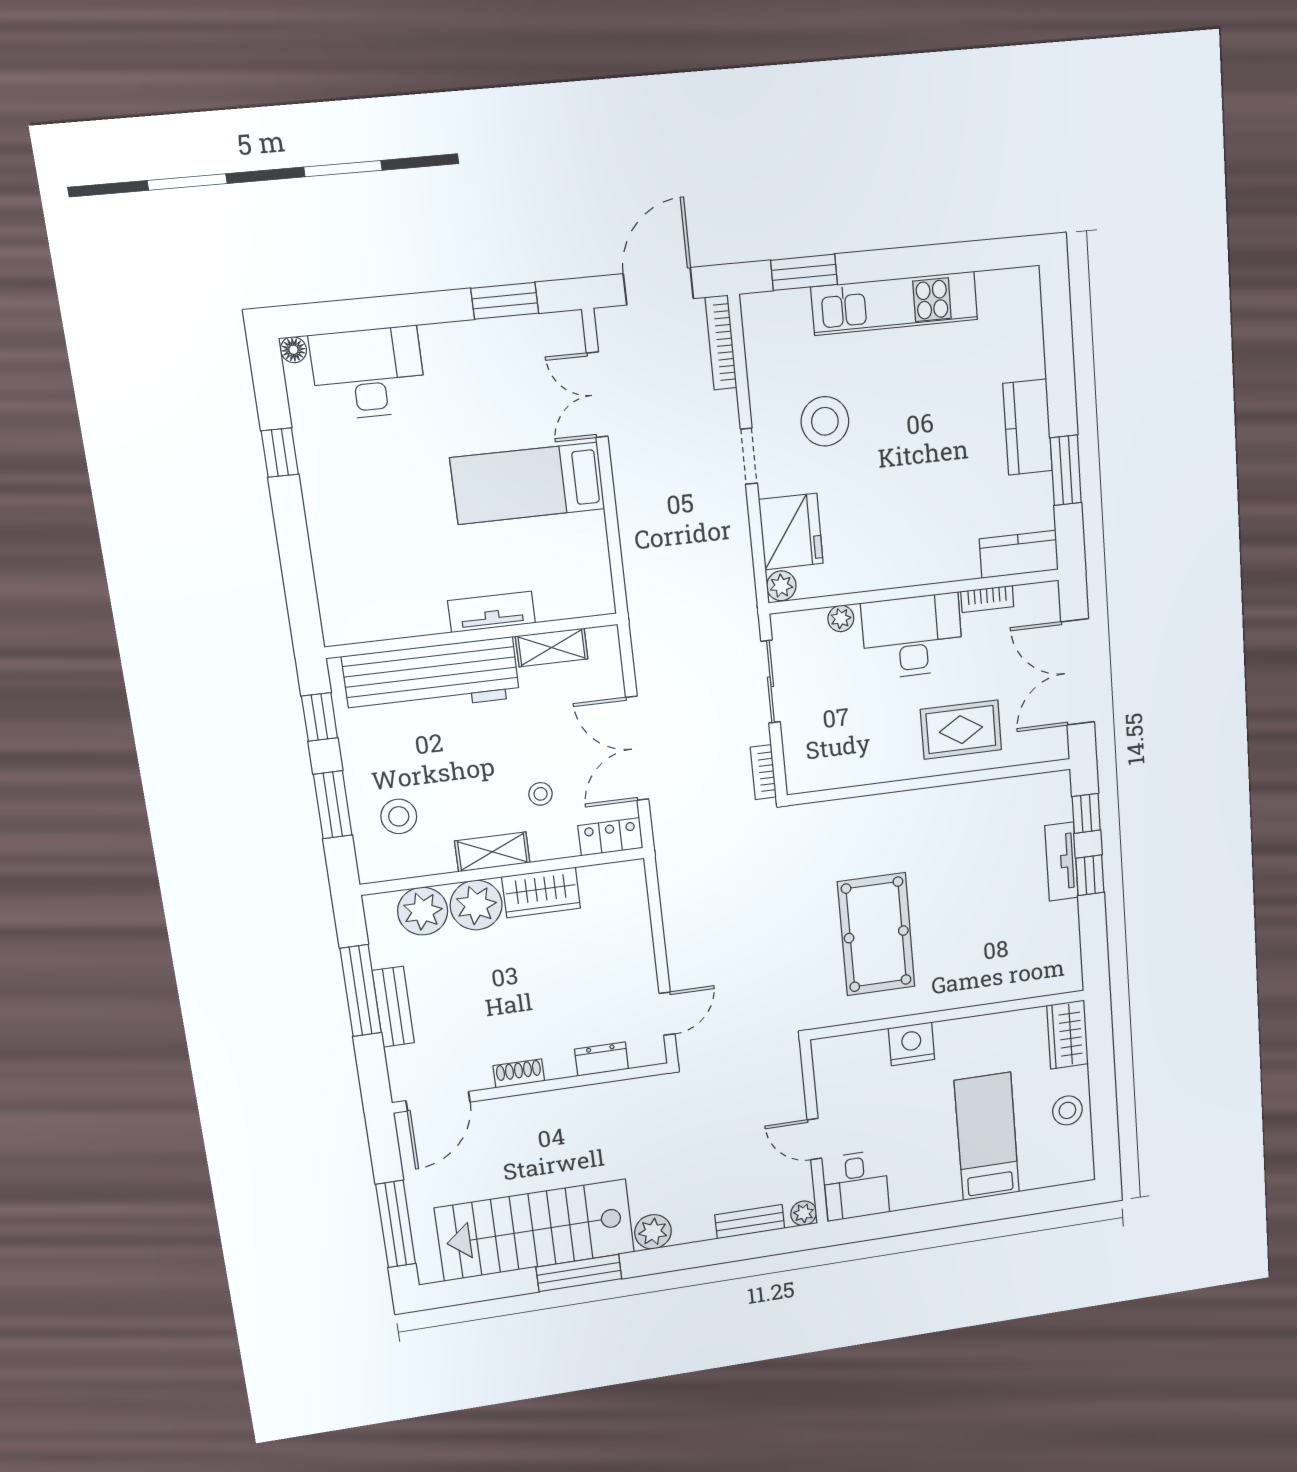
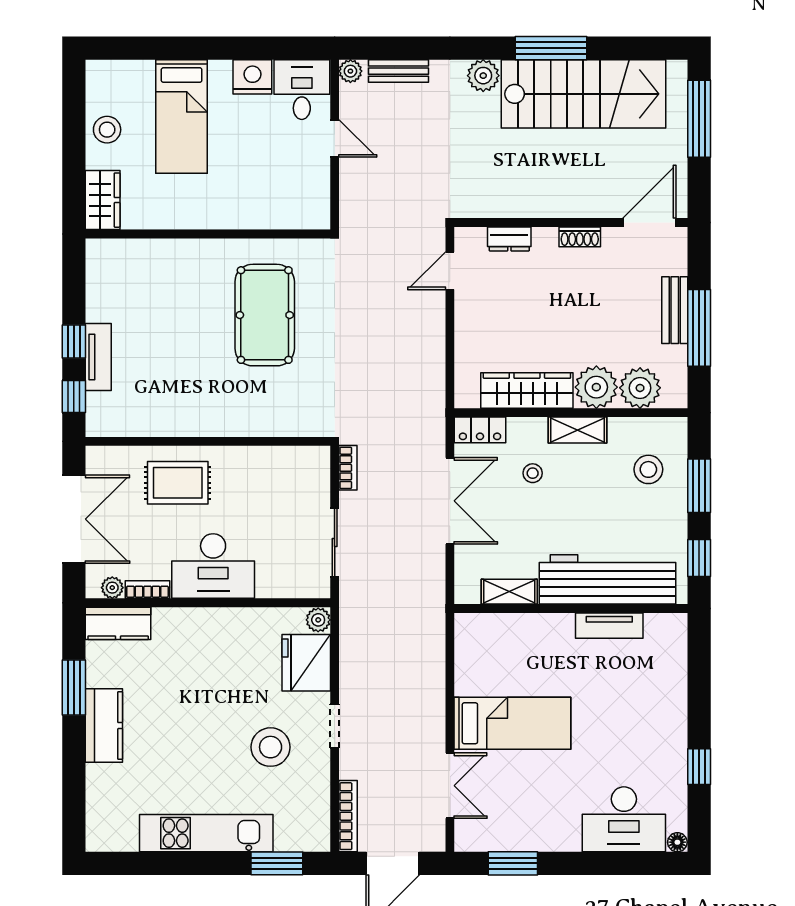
tv unit: (492, 612) -> (609, 626), moved
plant: (841, 618) -> (112, 588), moved
wardrobe: (541, 892) -> (527, 391), width x1.50
nightstand: (912, 1044) -> (252, 77), moved, turned 180

